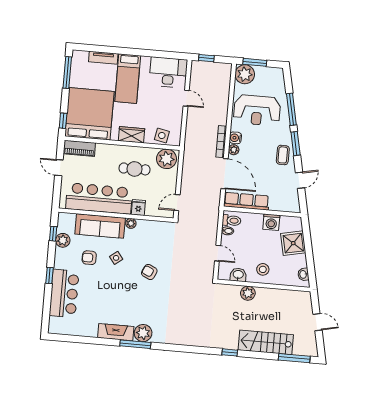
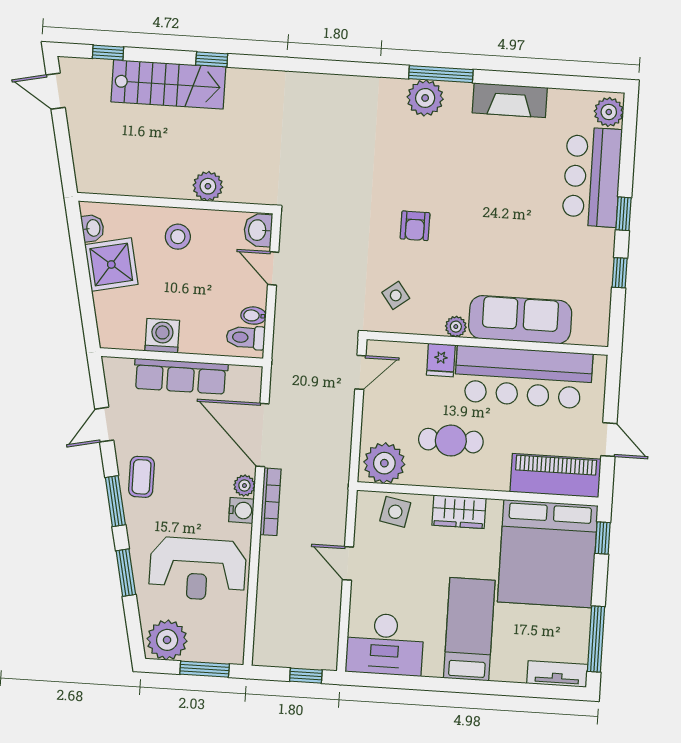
tv unit: (103, 58) -> (557, 674), moved
plant: (245, 74) -> (167, 640), moved
door: (186, 98) -> (348, 563), moved
window: (291, 109) -> (126, 573), width x0.69
reception desk: (257, 110) -> (198, 569), turned 180
piano: (79, 148) -> (555, 476), width x1.37, depth x1.33
row of seats: (246, 201) -> (181, 376), moved
window: (53, 234) -> (620, 273), moved
plant: (63, 240) -> (609, 112), moved
shower: (293, 243) -> (111, 264), moved
armchair: (89, 258) -> (541, 253), removed
side table: (116, 258) -> (396, 295), moved
armchair: (149, 272) -> (415, 226), turned 65
washbasin: (238, 275) -> (258, 230), moved, turned 90
door: (317, 322) -> (56, 91), moved
fireplace: (116, 332) -> (510, 100), moved
window: (230, 352) -> (212, 59), moved
window: (294, 358) -> (108, 53), width x0.46

